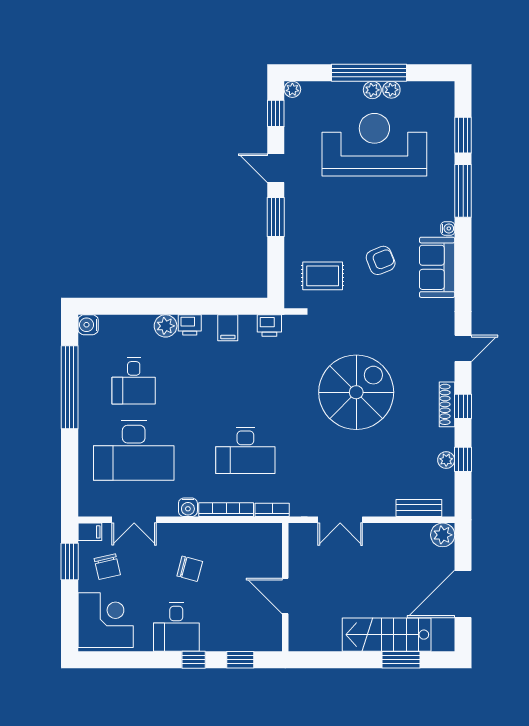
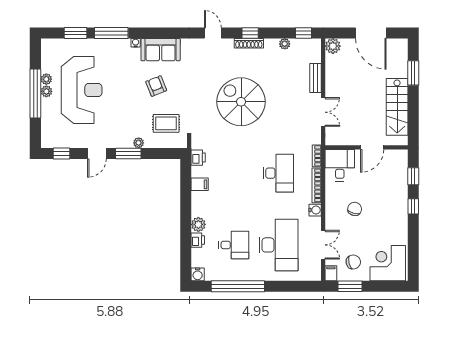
plant: (292, 89) -> (139, 143), moved
reception desk: (374, 145) -> (82, 90), turned 180
rug: (323, 276) -> (166, 123), turned 90
printer: (190, 325) -> (198, 240), moved
window: (463, 459) -> (303, 33), moved
bench: (419, 508) -> (316, 78), moved
desk: (176, 627) -> (340, 165), moved, turned -90
stairs: (387, 635) -> (397, 107), moved

